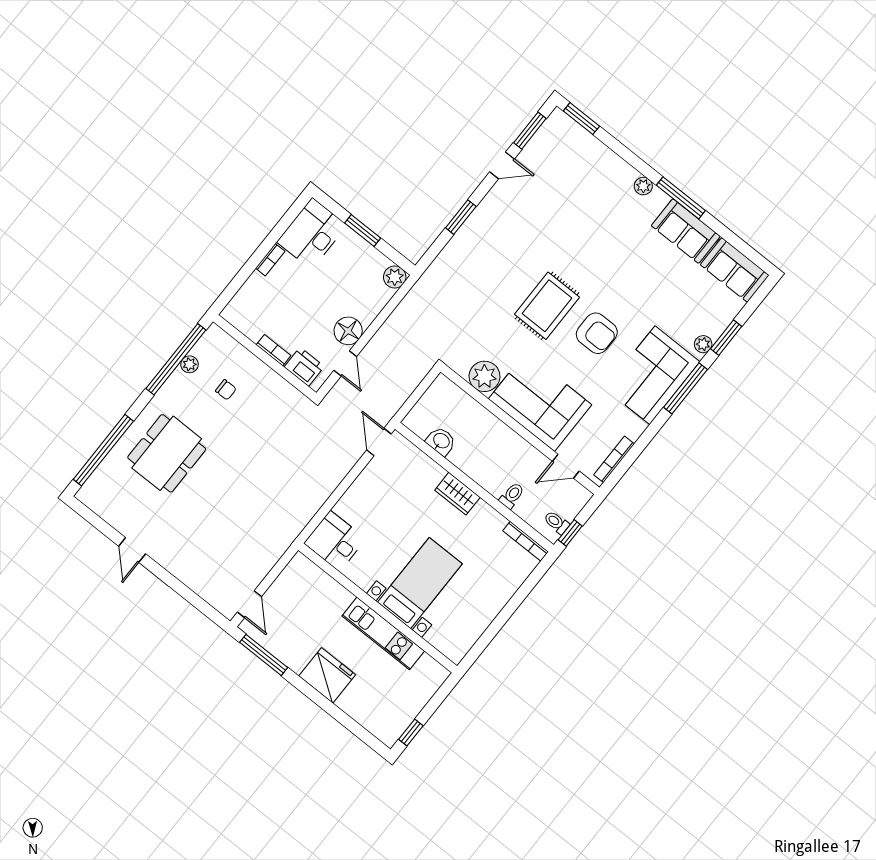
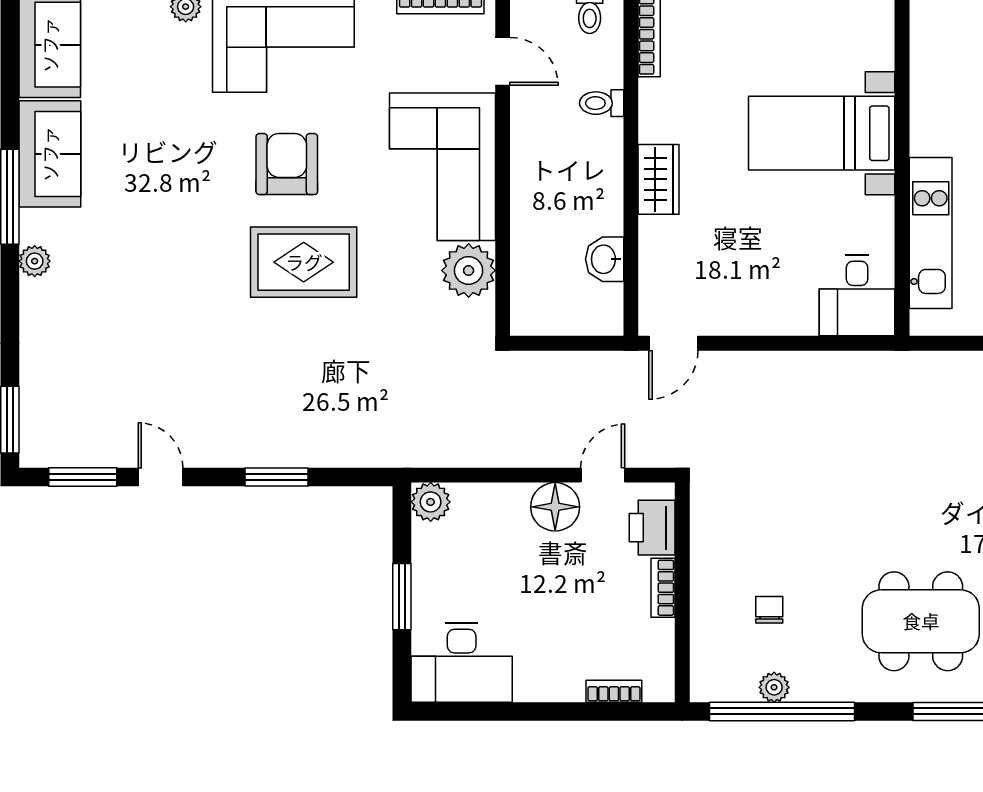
bookcase: (270, 260) -> (614, 691), moved
kitchen unit: (383, 633) -> (931, 233), moved

